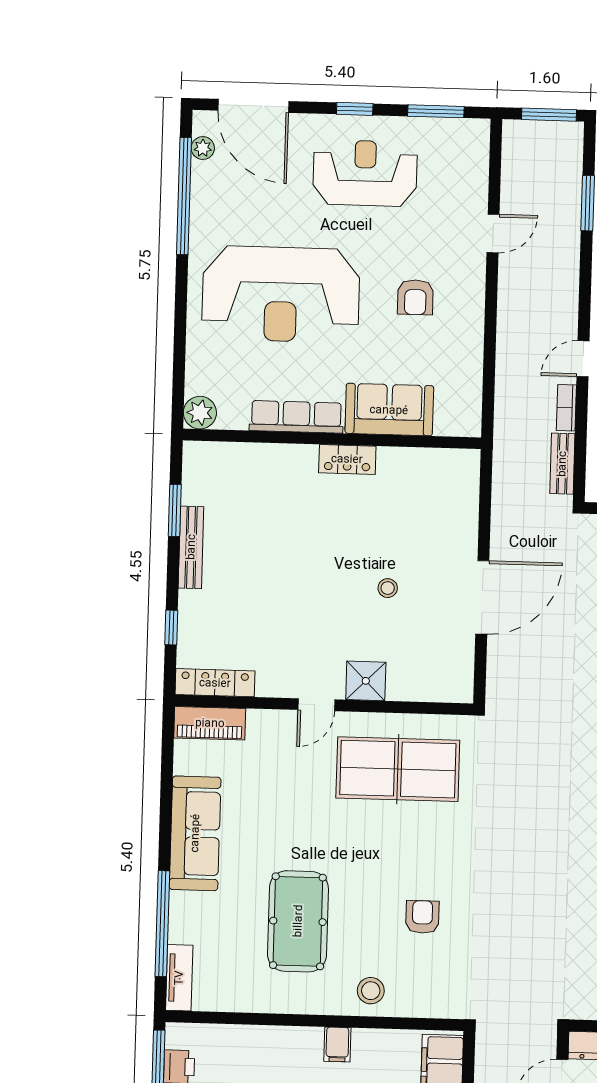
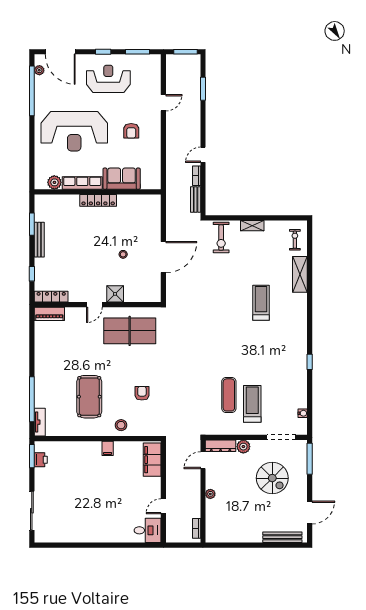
plant: (200, 413) -> (54, 182), moved
locker: (347, 459) -> (98, 200), width x1.53
sofa: (195, 833) -> (45, 361), removed

